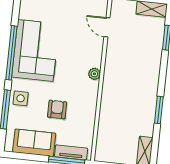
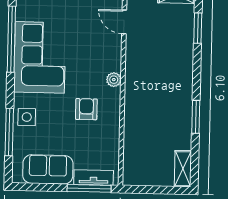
window: (11, 53) -> (11, 39), moved
armchair: (57, 109) -> (86, 109), moved

